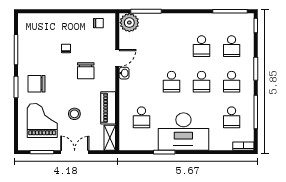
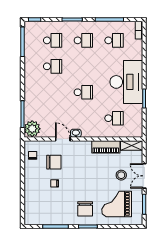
chair: (86, 71) -> (54, 162), moved
school desk: (202, 82) -> (83, 66), removed
stool: (74, 114) -> (121, 175), moved

